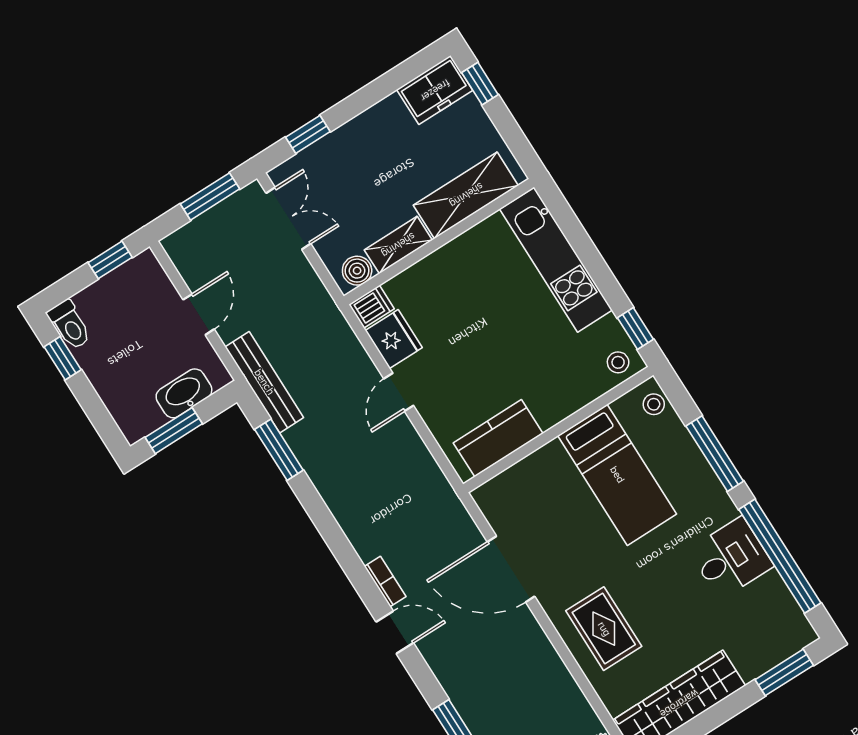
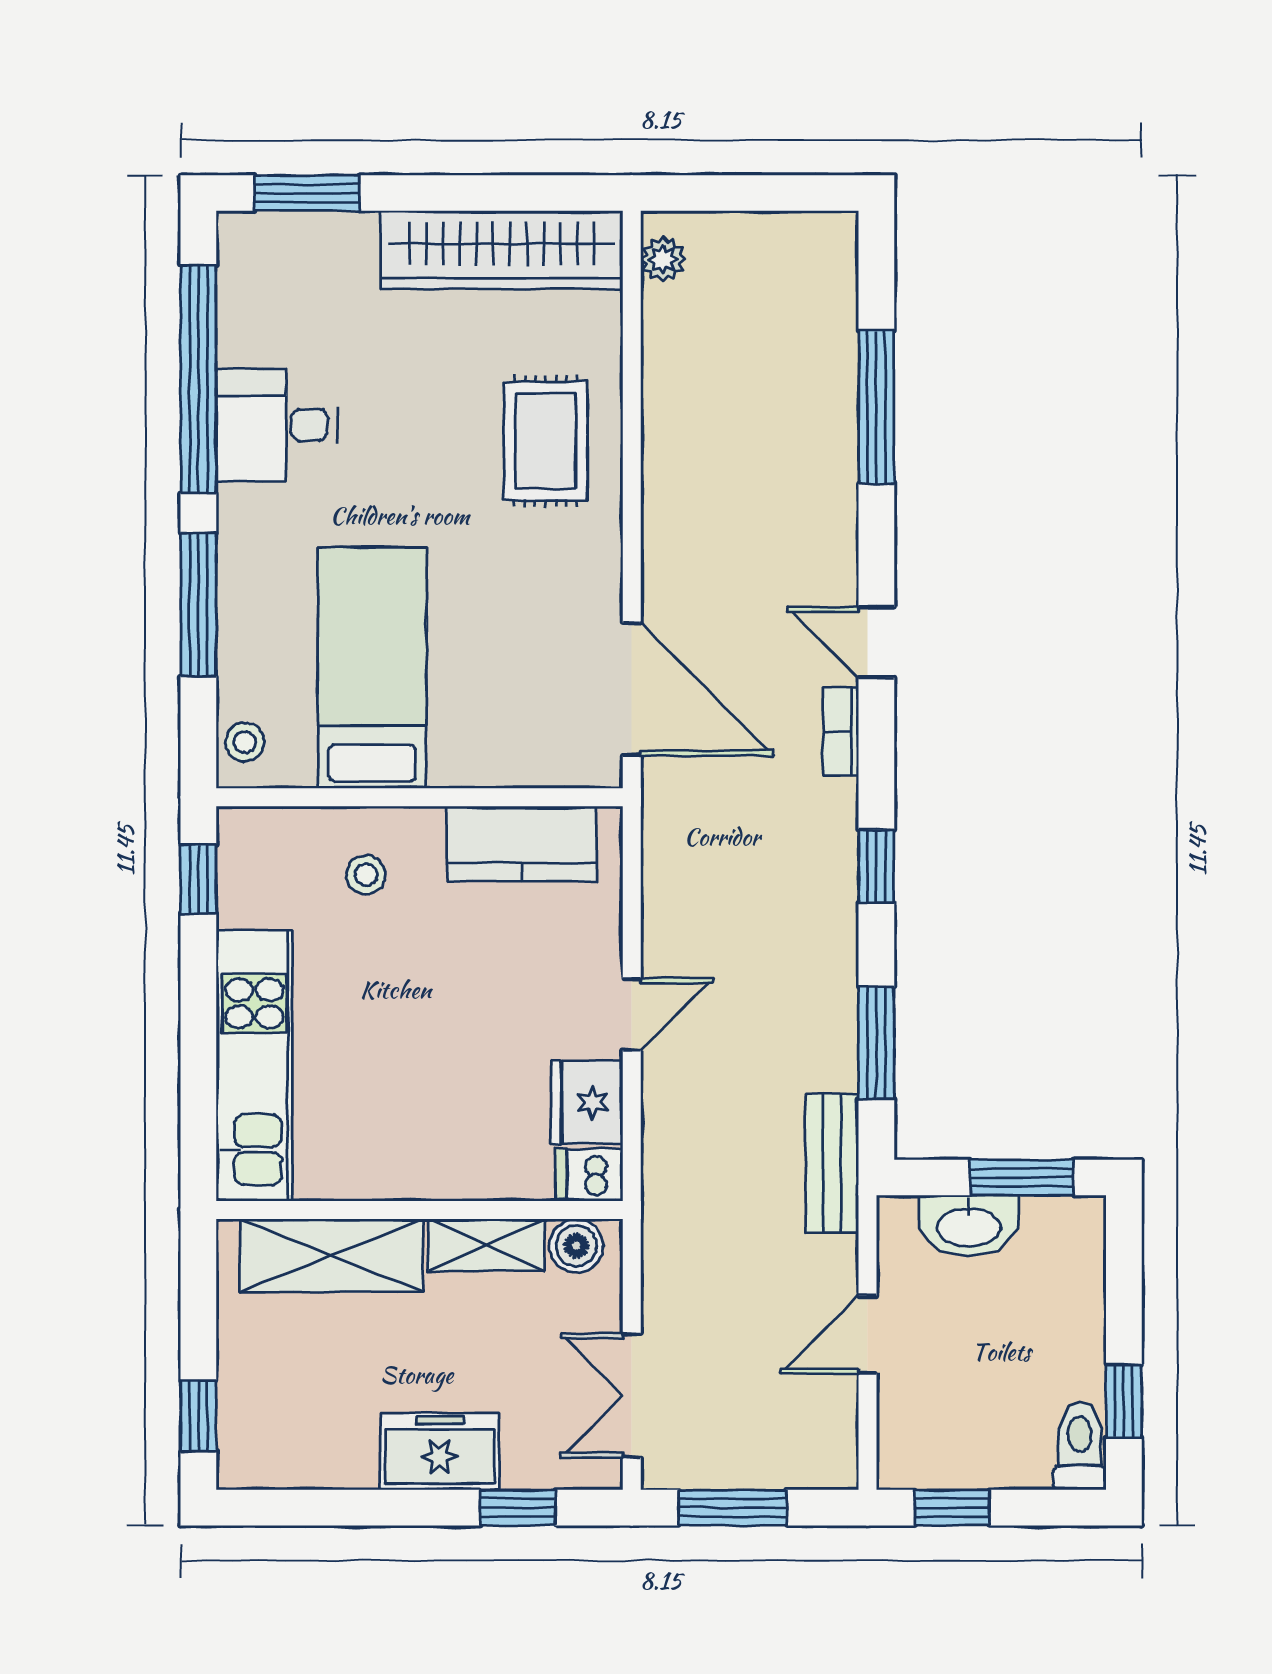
freezer: (435, 90) -> (440, 1451), moved
stool: (618, 362) -> (366, 875), moved
bench: (264, 382) -> (832, 1163), width x0.73
window: (330, 530) -> (876, 866), added
door: (511, 569) -> (632, 689), moved

